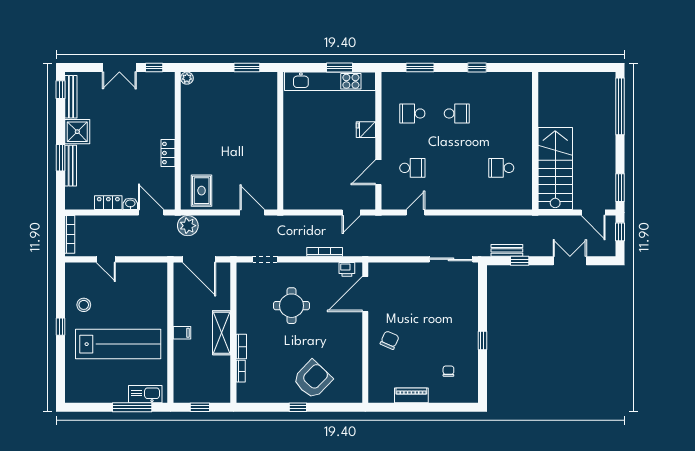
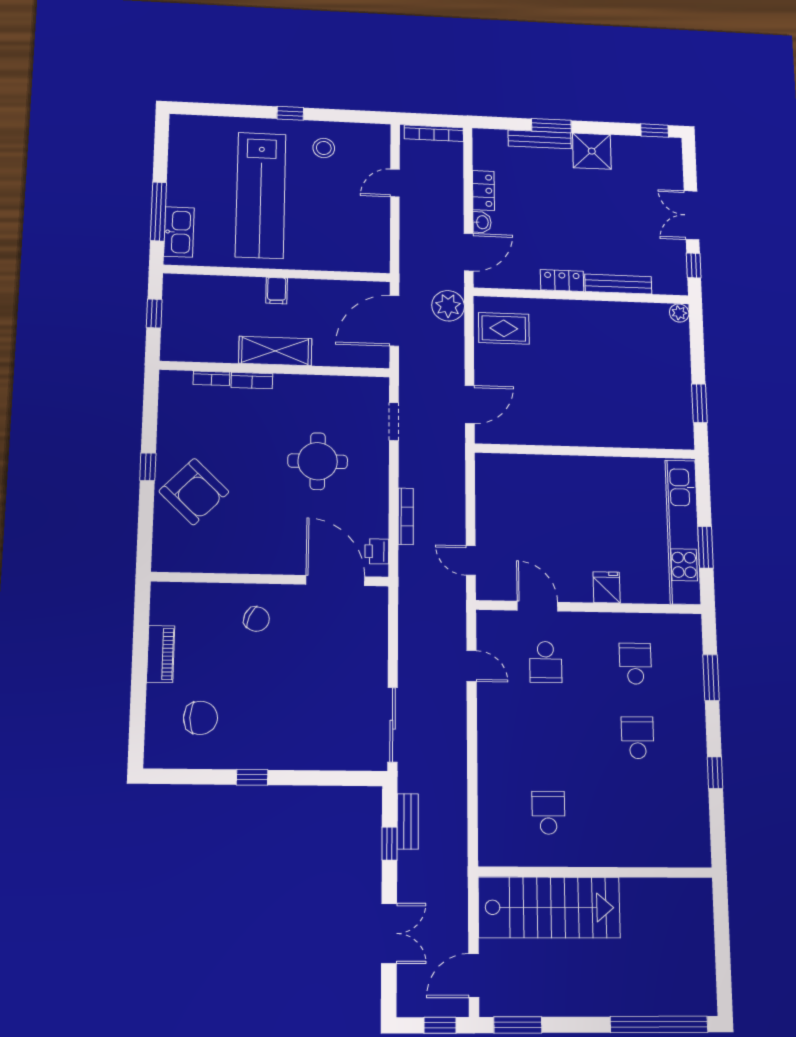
bench: (71, 97) -> (618, 284), moved
school desk: (457, 113) -> (638, 738), turned 180
chair: (448, 371) -> (200, 718), width x1.87, depth x1.87

